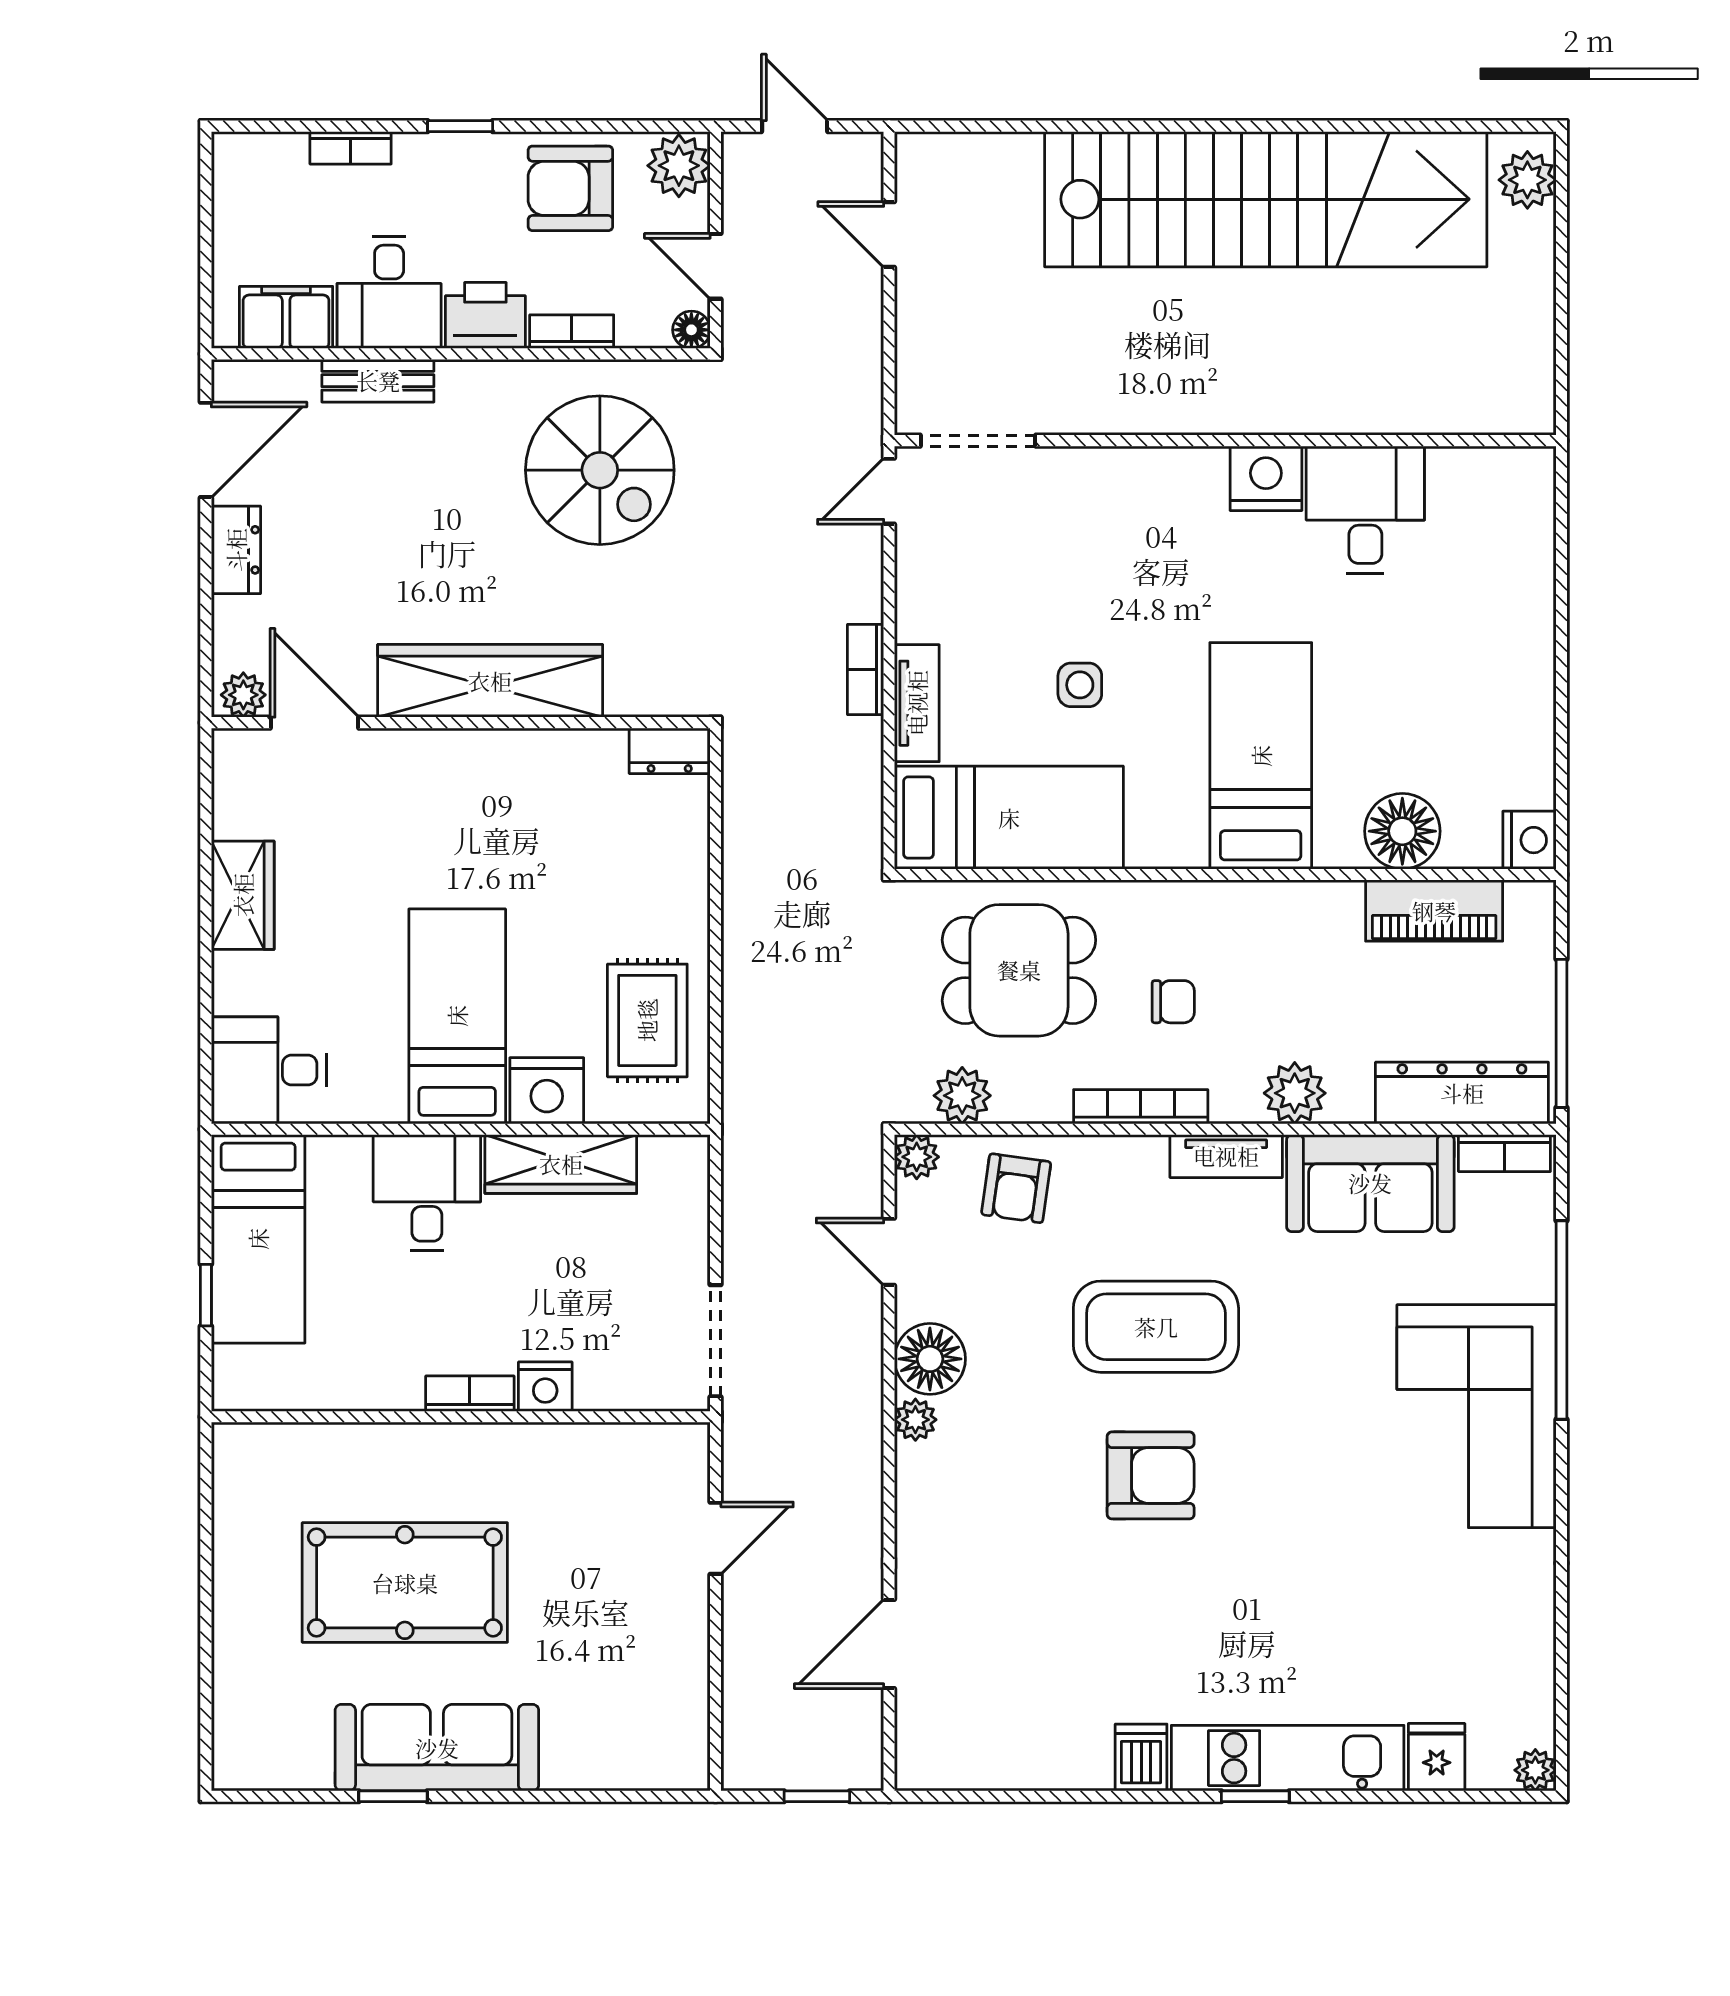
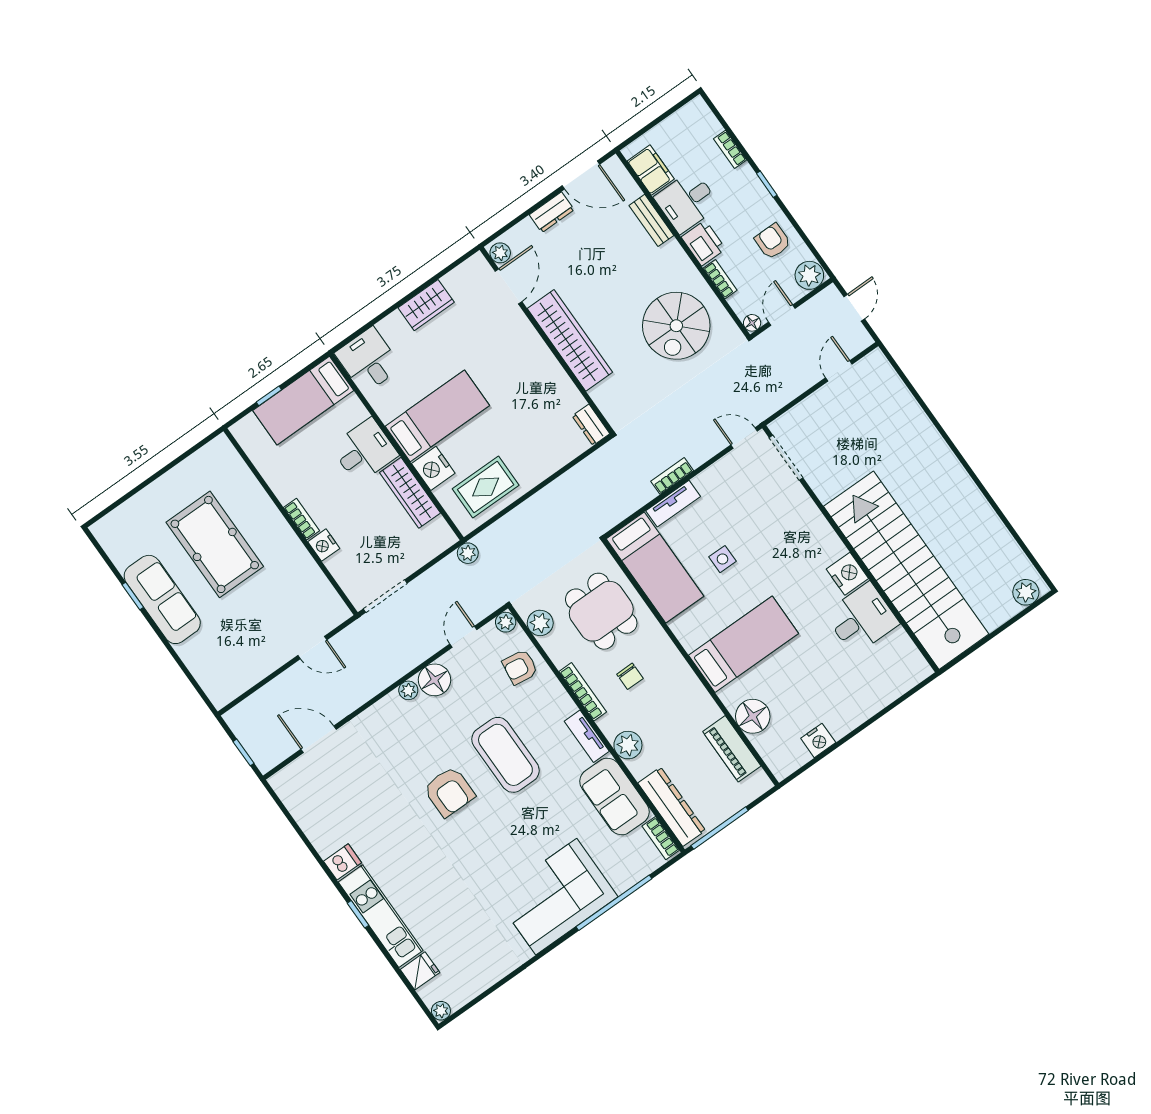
armchair: (570, 188) -> (773, 241), width x0.72, depth x0.72
stairs: (1266, 199) -> (906, 570), moved, turned 180
nightstand: (1529, 840) -> (818, 740), moved
plant: (744, 1137) -> (468, 553), added

